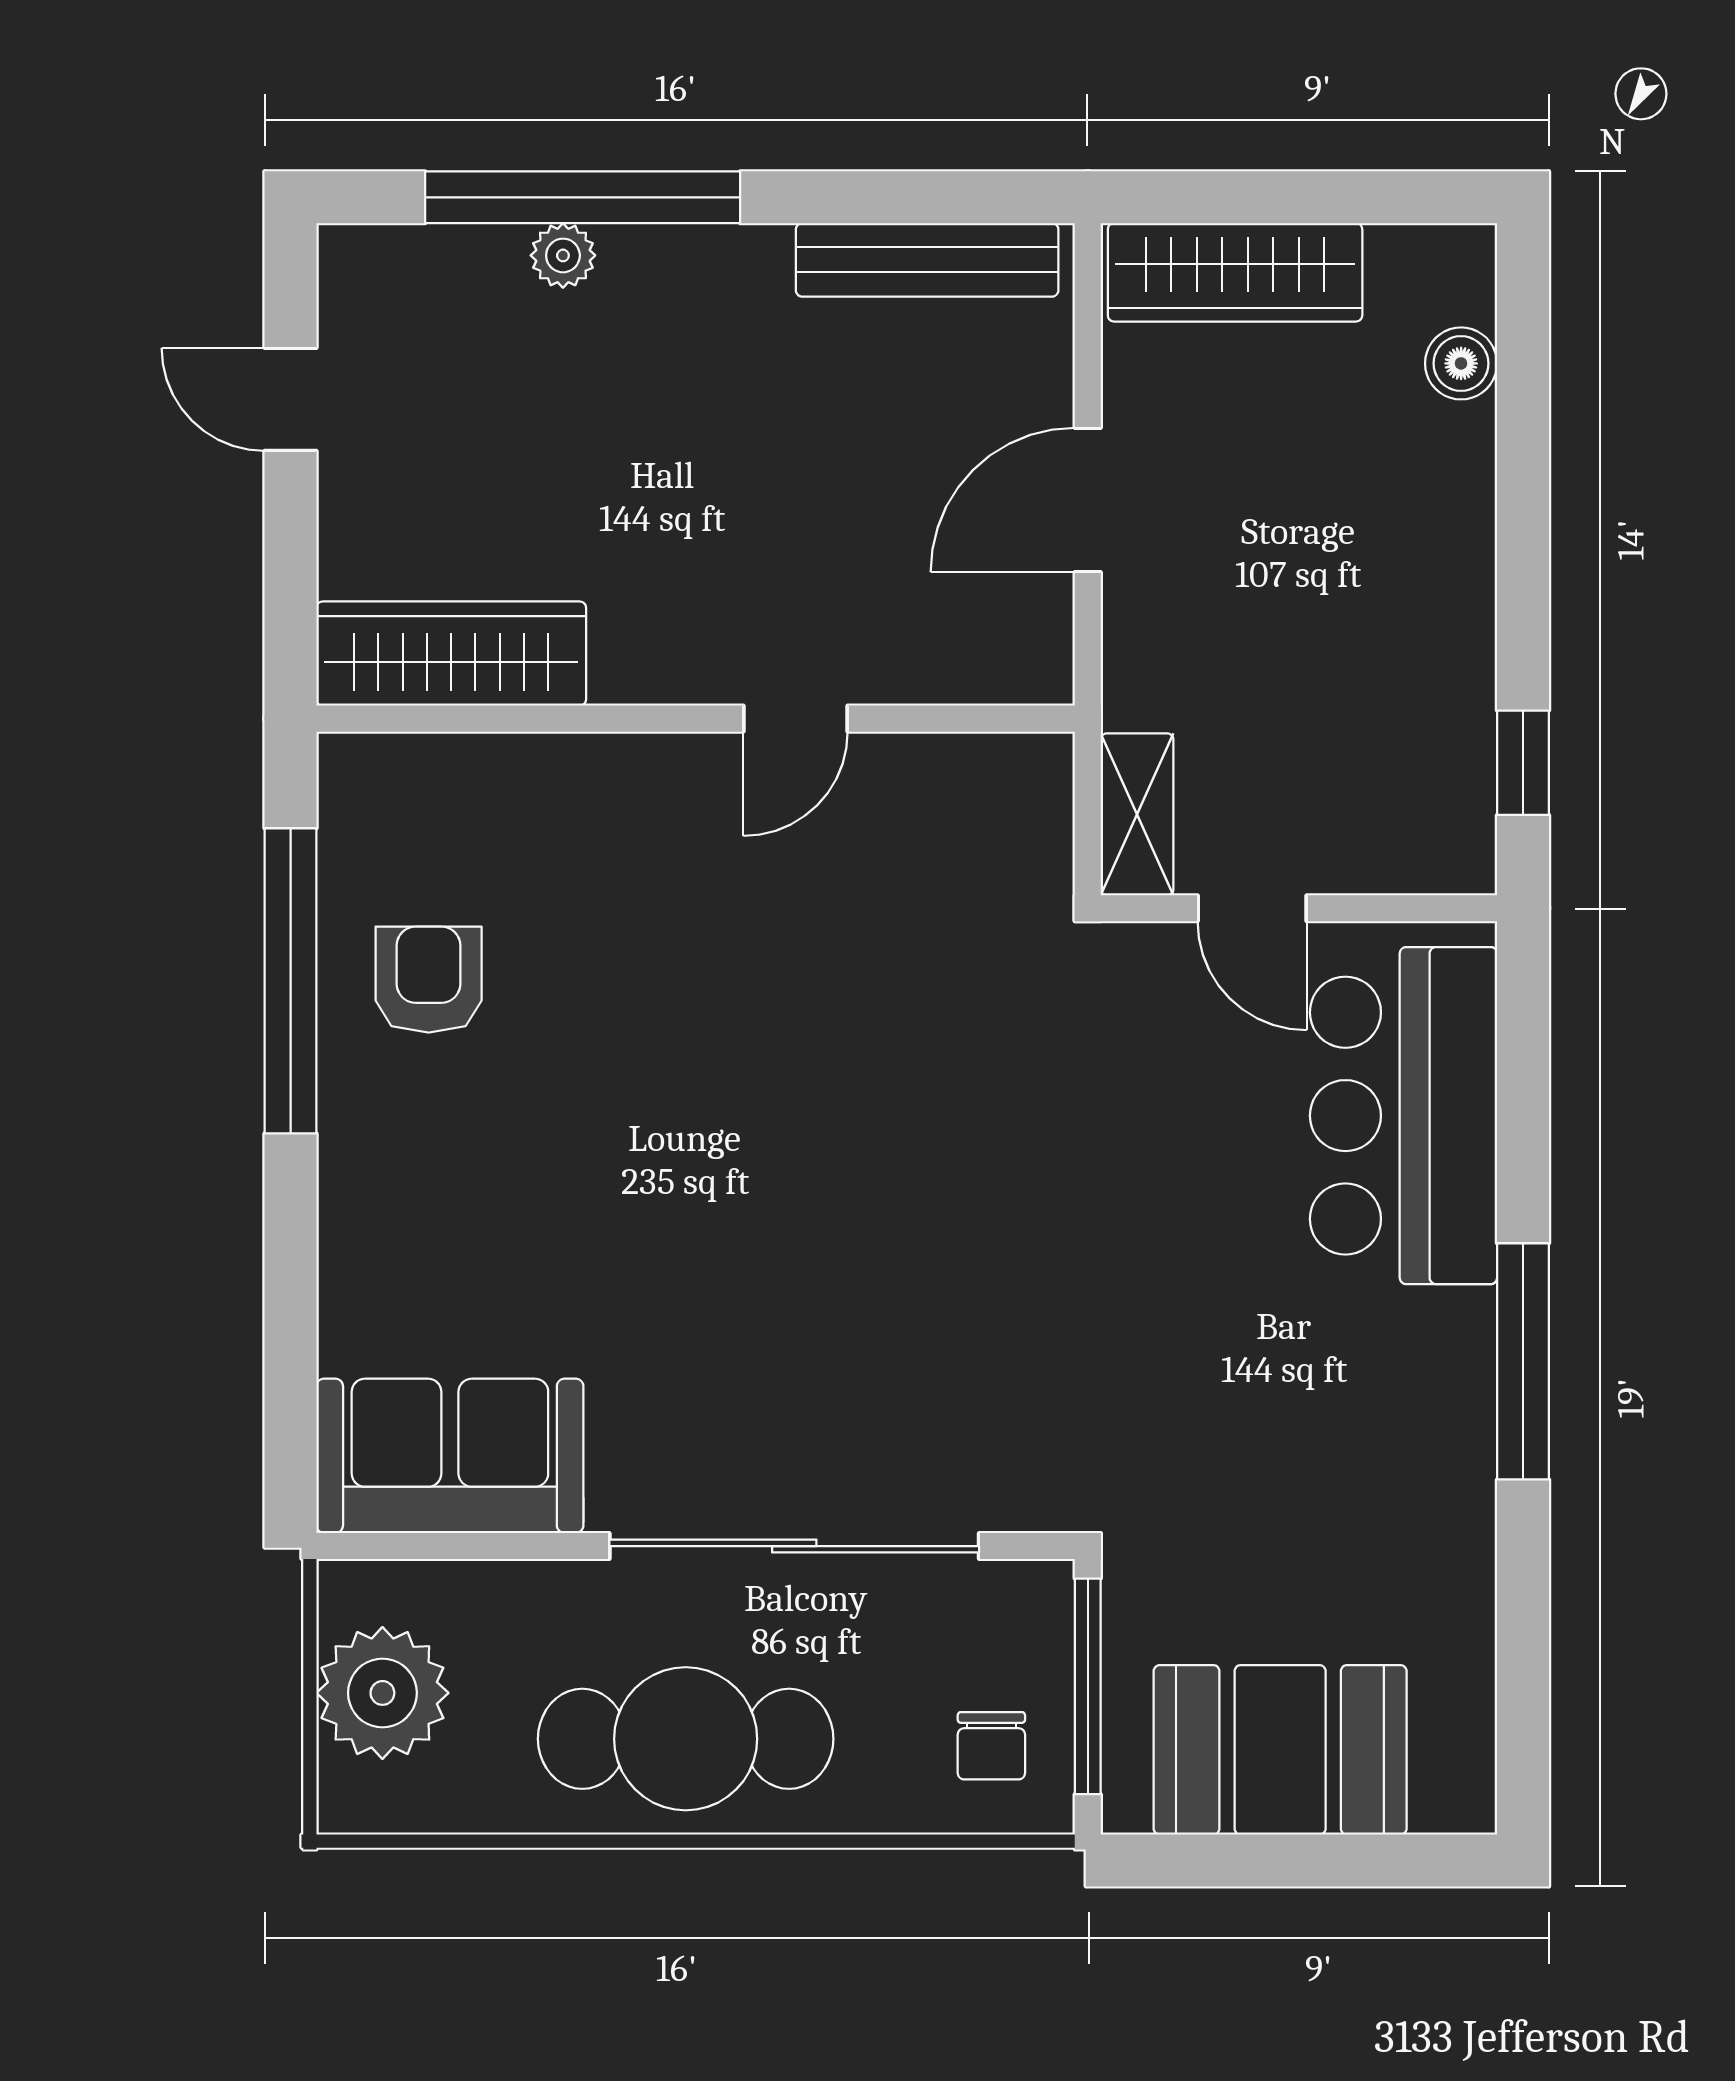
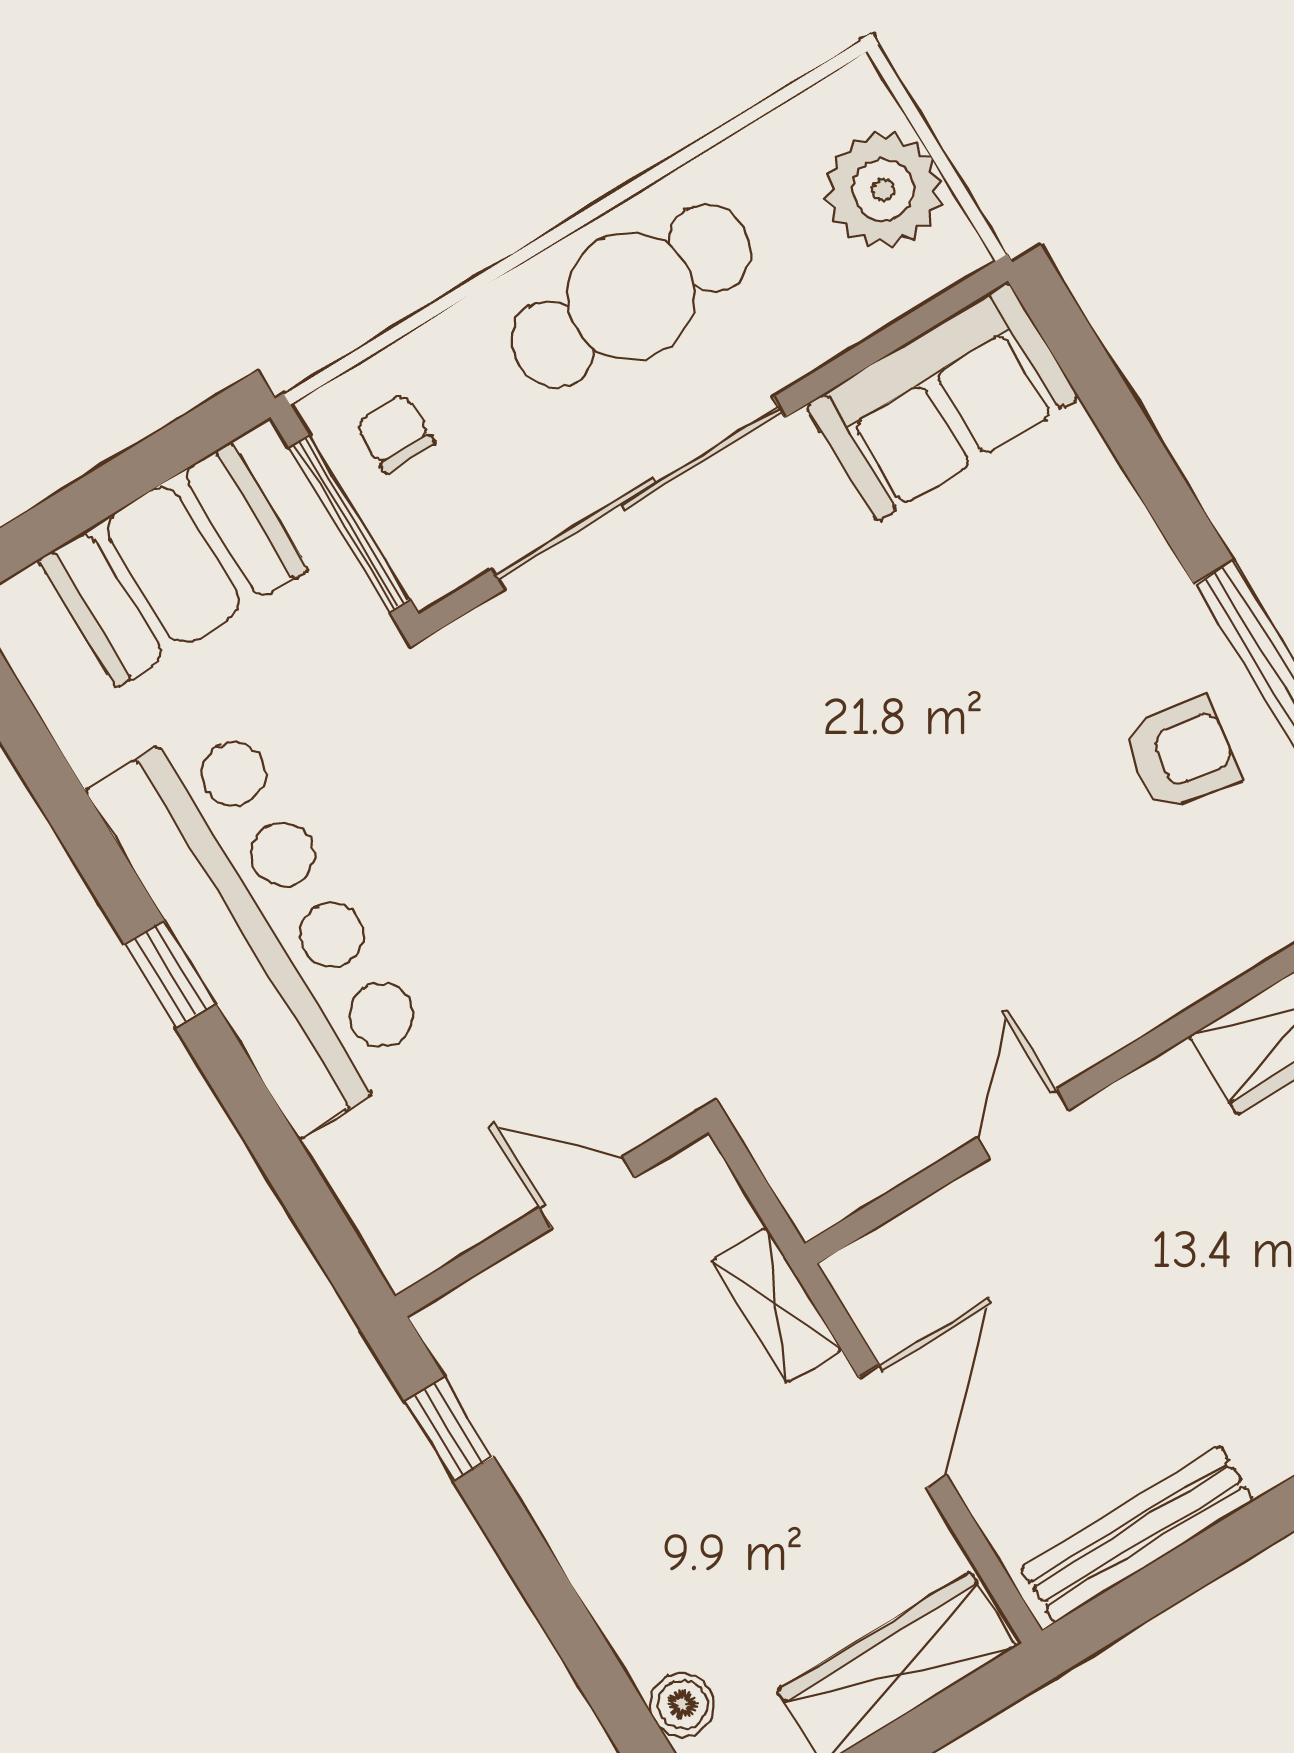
shelving: (1137, 814) -> (777, 1305), moved
armchair: (429, 980) -> (1181, 754), turned -81
bar counter: (1403, 1116) -> (263, 922), moved, width x1.36
window: (1523, 1361) -> (170, 974), width x0.46

